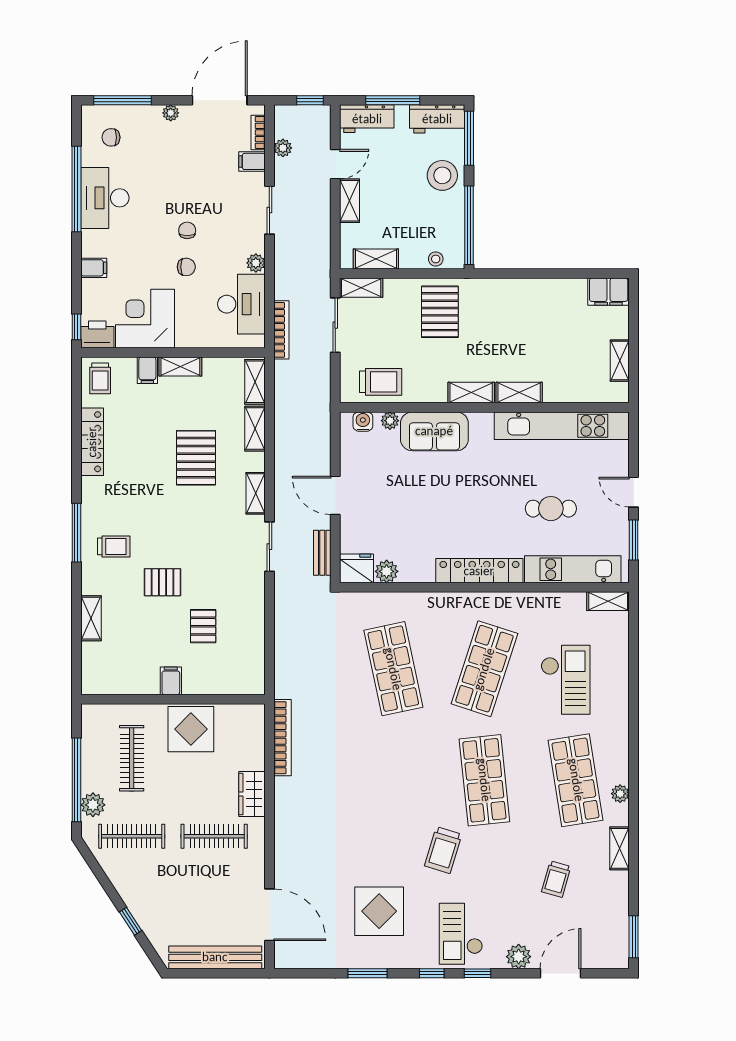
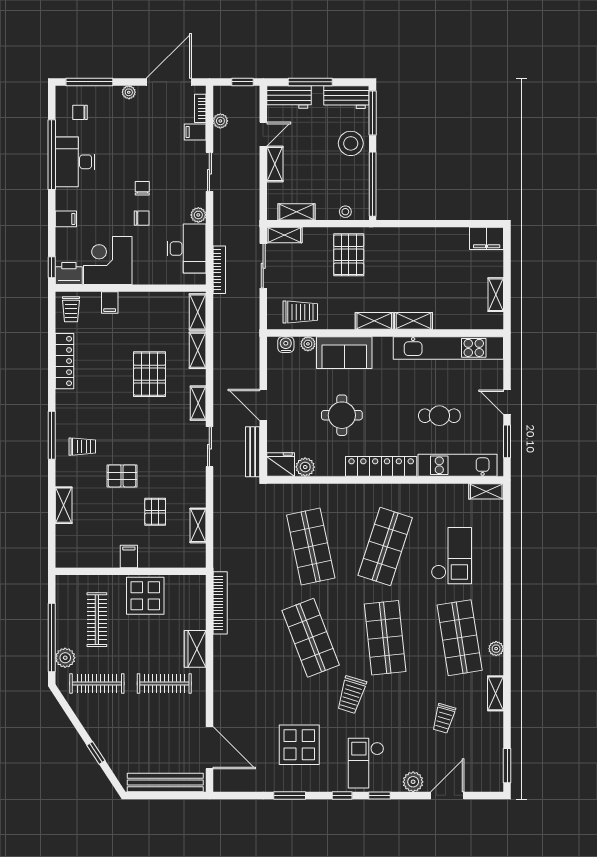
shelving: (180, 367) -> (198, 525), moved, turned 90
round table: (431, 508) -> (342, 415), added
bench: (322, 553) -> (253, 452), width x1.36
shop shelf: (393, 780) -> (311, 638), added

